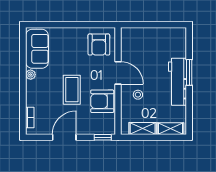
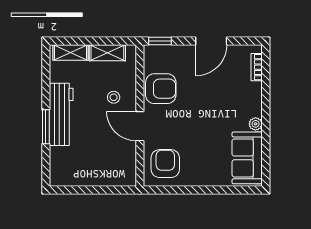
coffee table: (72, 90) -> (201, 104), removed

